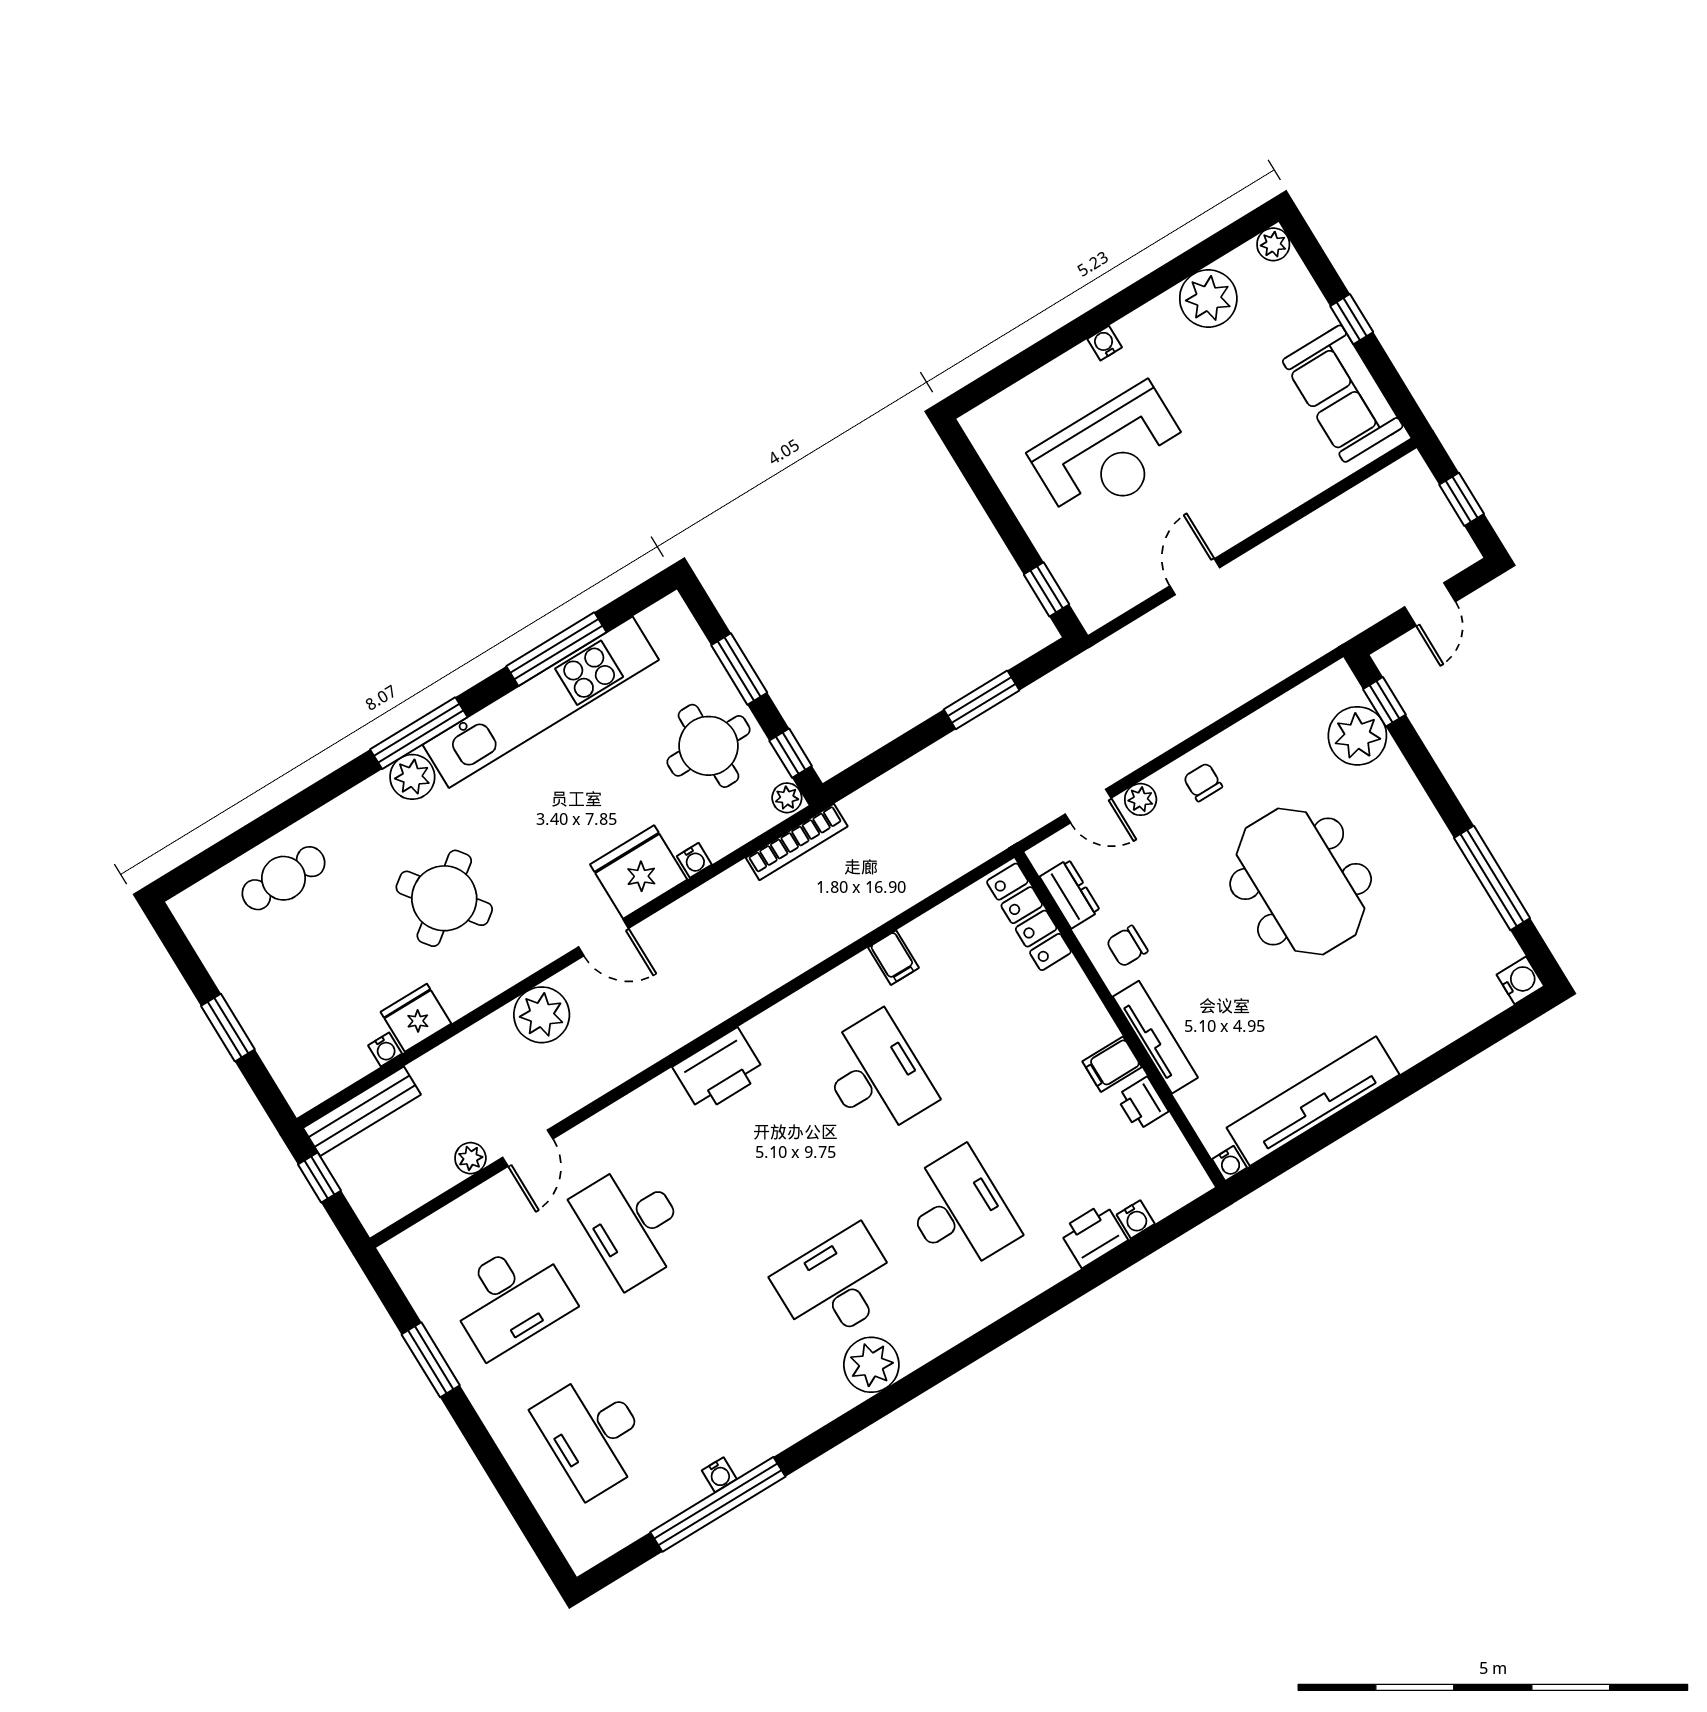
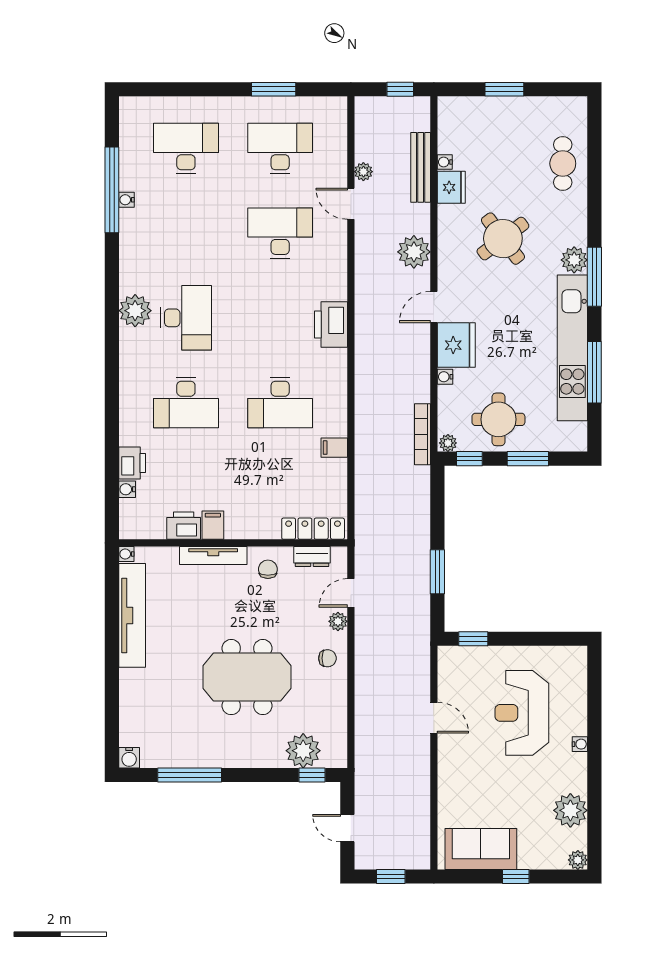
printer: (1142, 1104) -> (184, 526), width x1.36, depth x1.24
bench: (362, 1111) -> (421, 167), moved
desk: (510, 1298) -> (280, 149), turned 90

